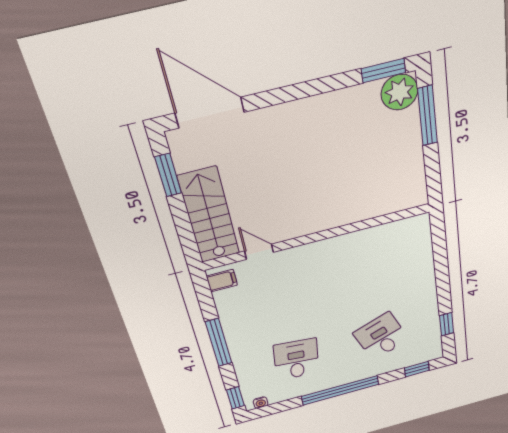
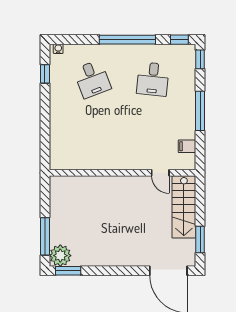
filing cabinet: (222, 281) -> (187, 146), moved
window: (417, 369) -> (179, 40), moved
water cooler: (261, 403) -> (58, 49), moved

